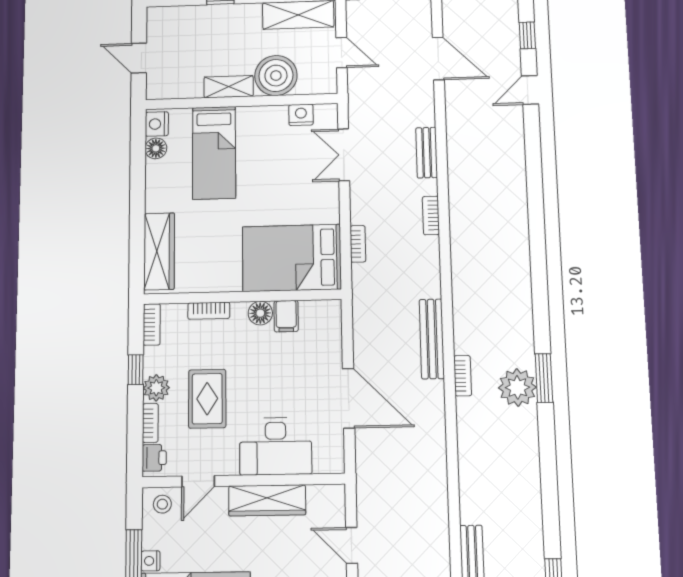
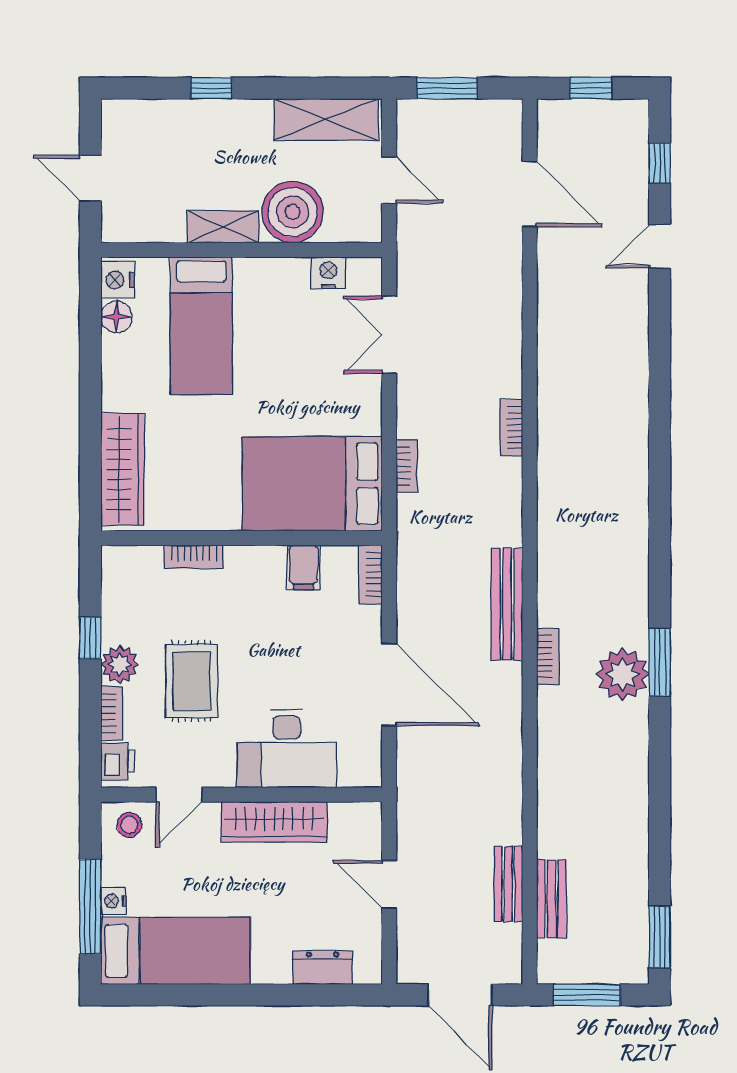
bench: (427, 153) -> (508, 884), moved
floor lamp: (260, 313) -> (267, 562), removed
bookcase: (152, 325) -> (370, 575), moved, turned 180

